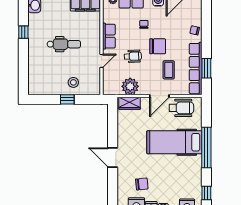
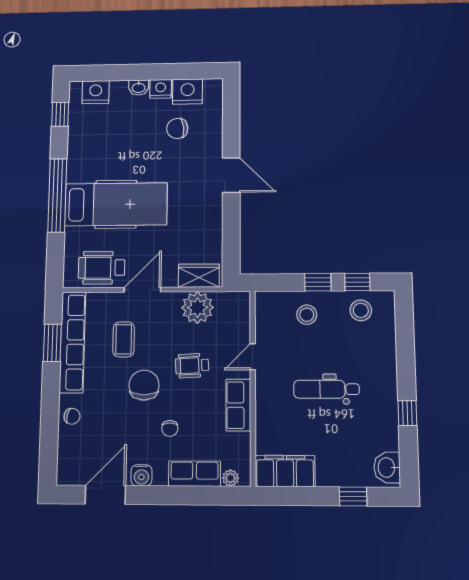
chair: (158, 46) -> (144, 385), turned 90
stool: (45, 85) -> (361, 310), added
window: (47, 99) -> (357, 282), added

